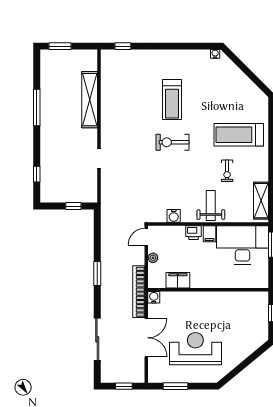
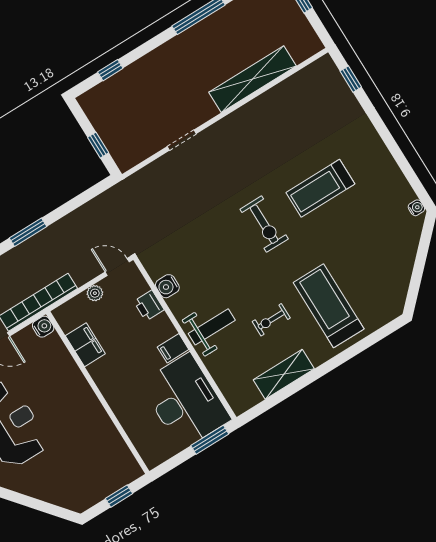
exercise bike: (173, 142) -> (264, 224), turned 180
shelving: (261, 201) -> (284, 374), moved
printer: (193, 233) -> (149, 306), moved

